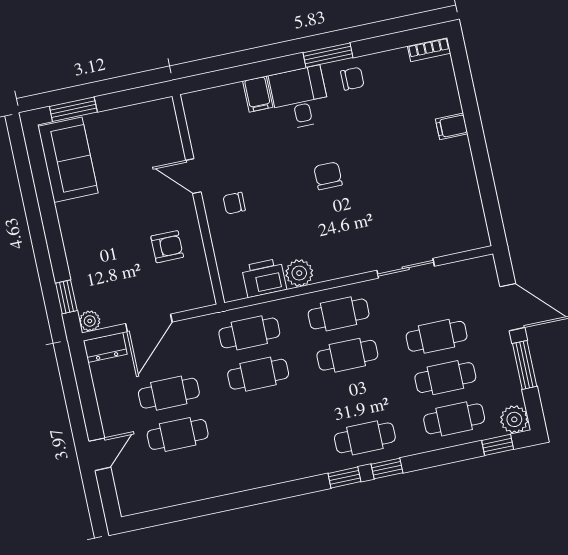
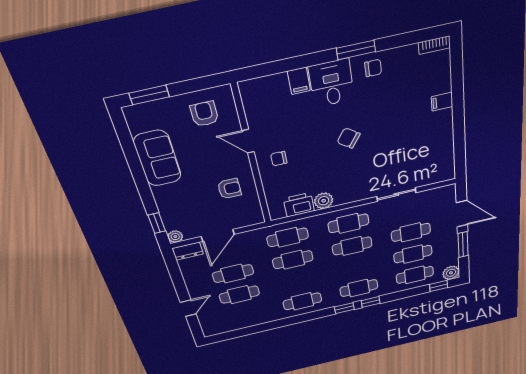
armchair: (139, 136) -> (204, 114), added
sofa: (68, 160) -> (158, 158), moved
chair: (328, 176) -> (349, 138), turned -54
cafe table: (276, 457) -> (302, 301), added

